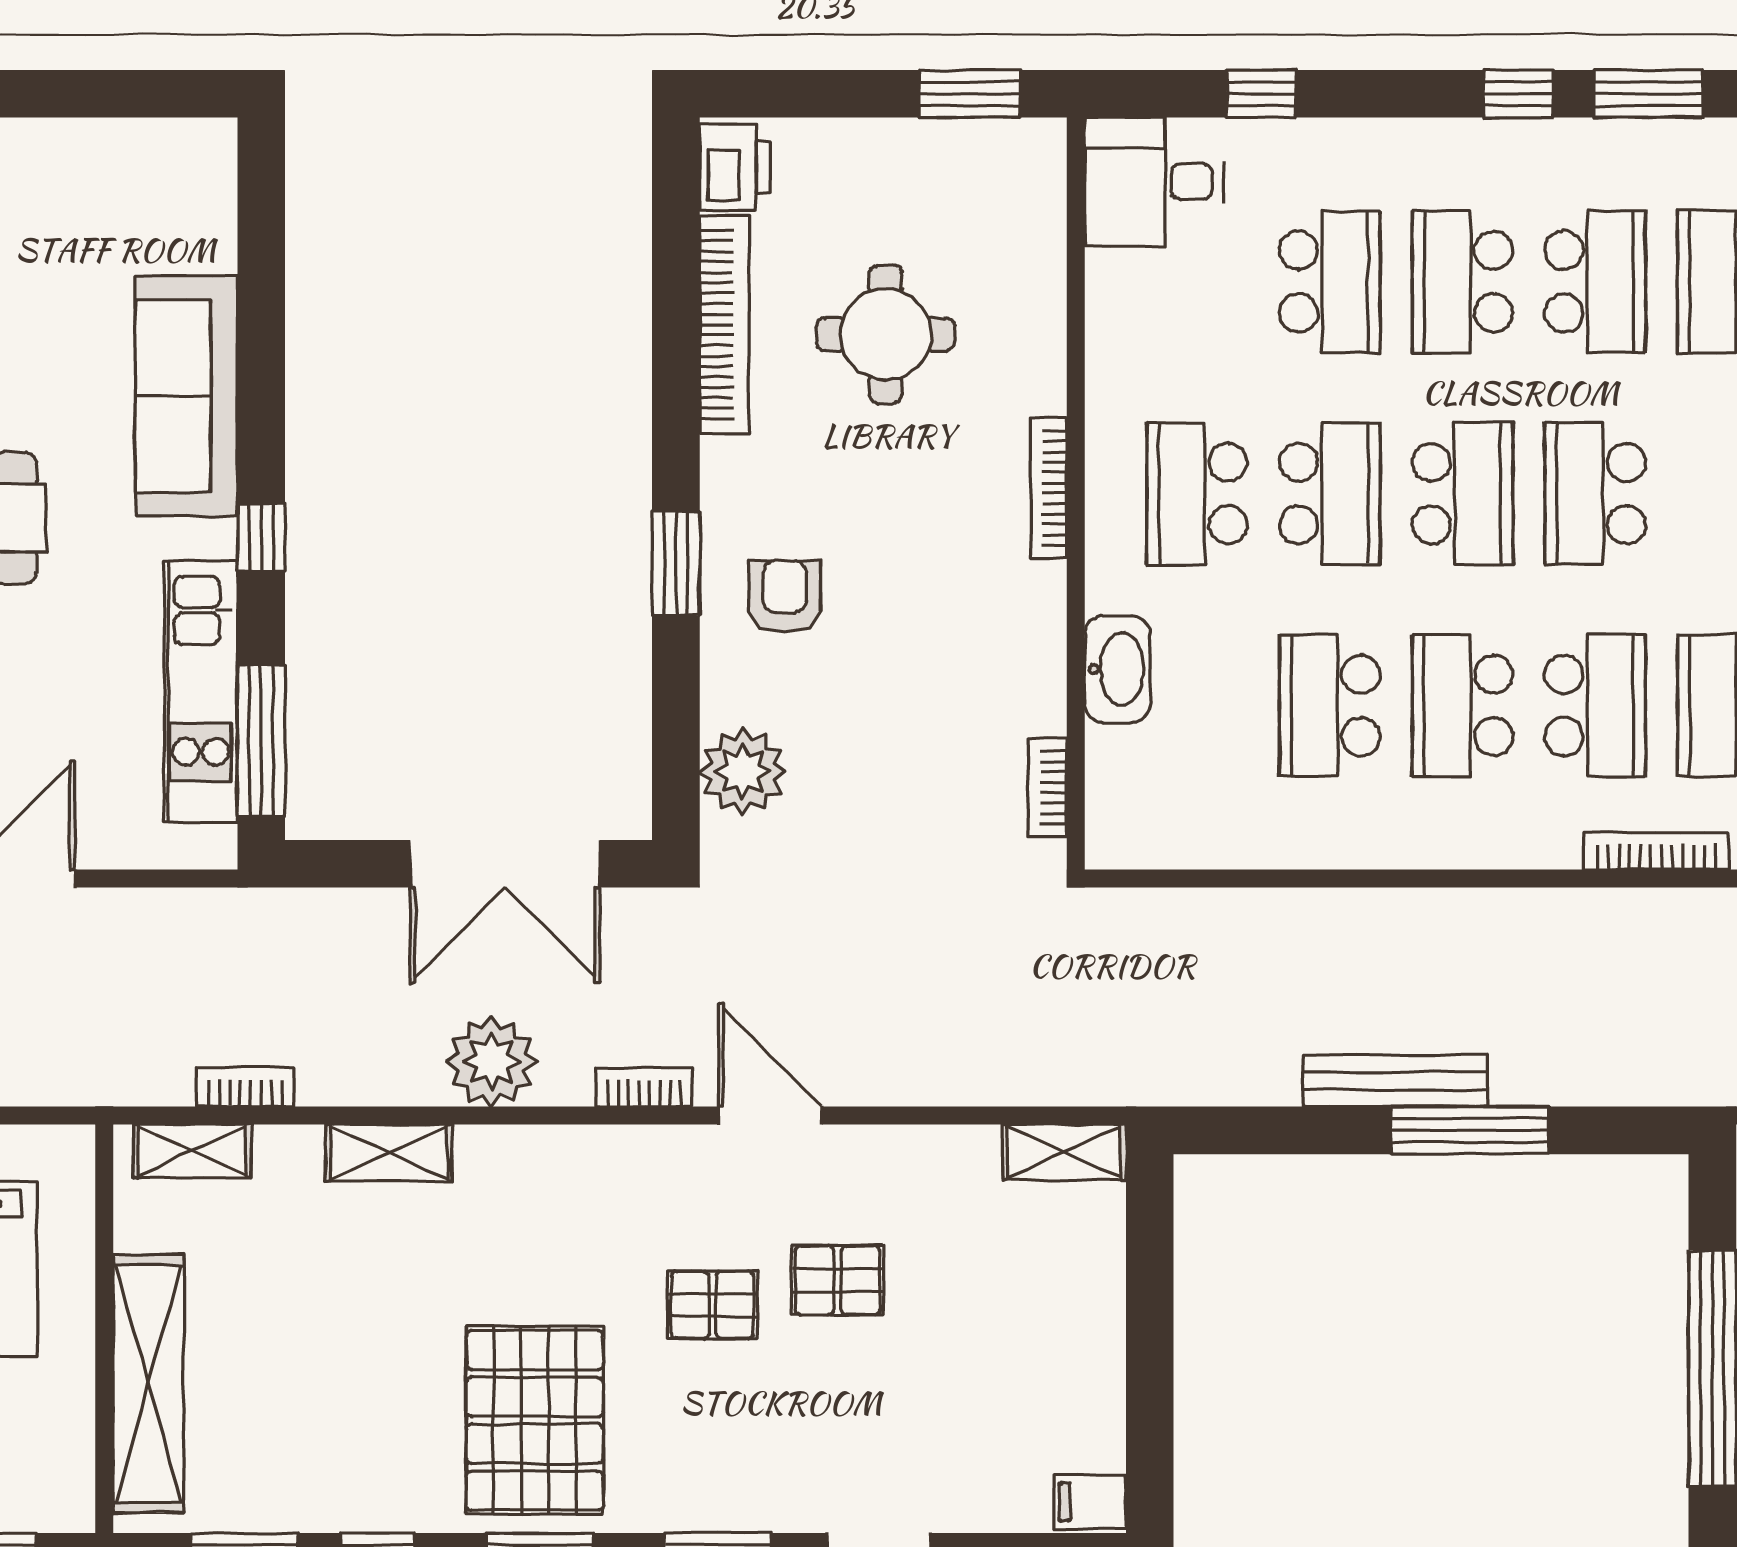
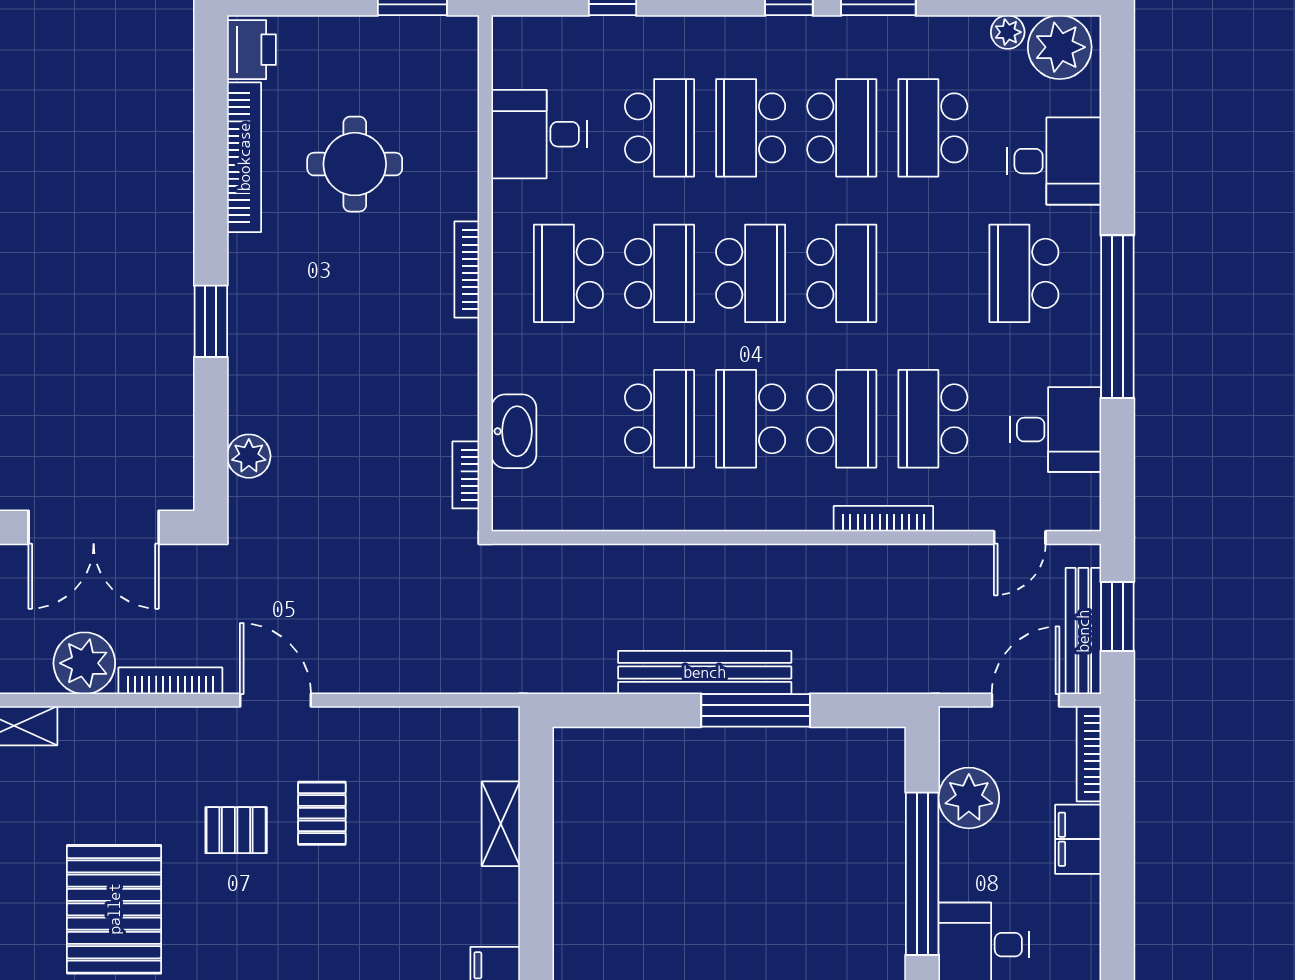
desk: (1154, 182) -> (539, 134), moved
school desk: (1595, 494) -> (842, 273), turned 180
armchair: (785, 597) -> (286, 344), removed
washbasin: (1117, 669) -> (514, 431), moved
school desk: (1330, 706) -> (660, 419), turned 180
plant: (743, 771) -> (249, 456), width x0.73, depth x0.73
bench: (1395, 1081) -> (705, 672), width x1.37, depth x1.21
bookcase: (644, 1087) -> (170, 681), width x1.56
shelving: (1064, 1152) -> (501, 824), moved, turned 90
pallet: (838, 1280) -> (322, 813), turned 90

